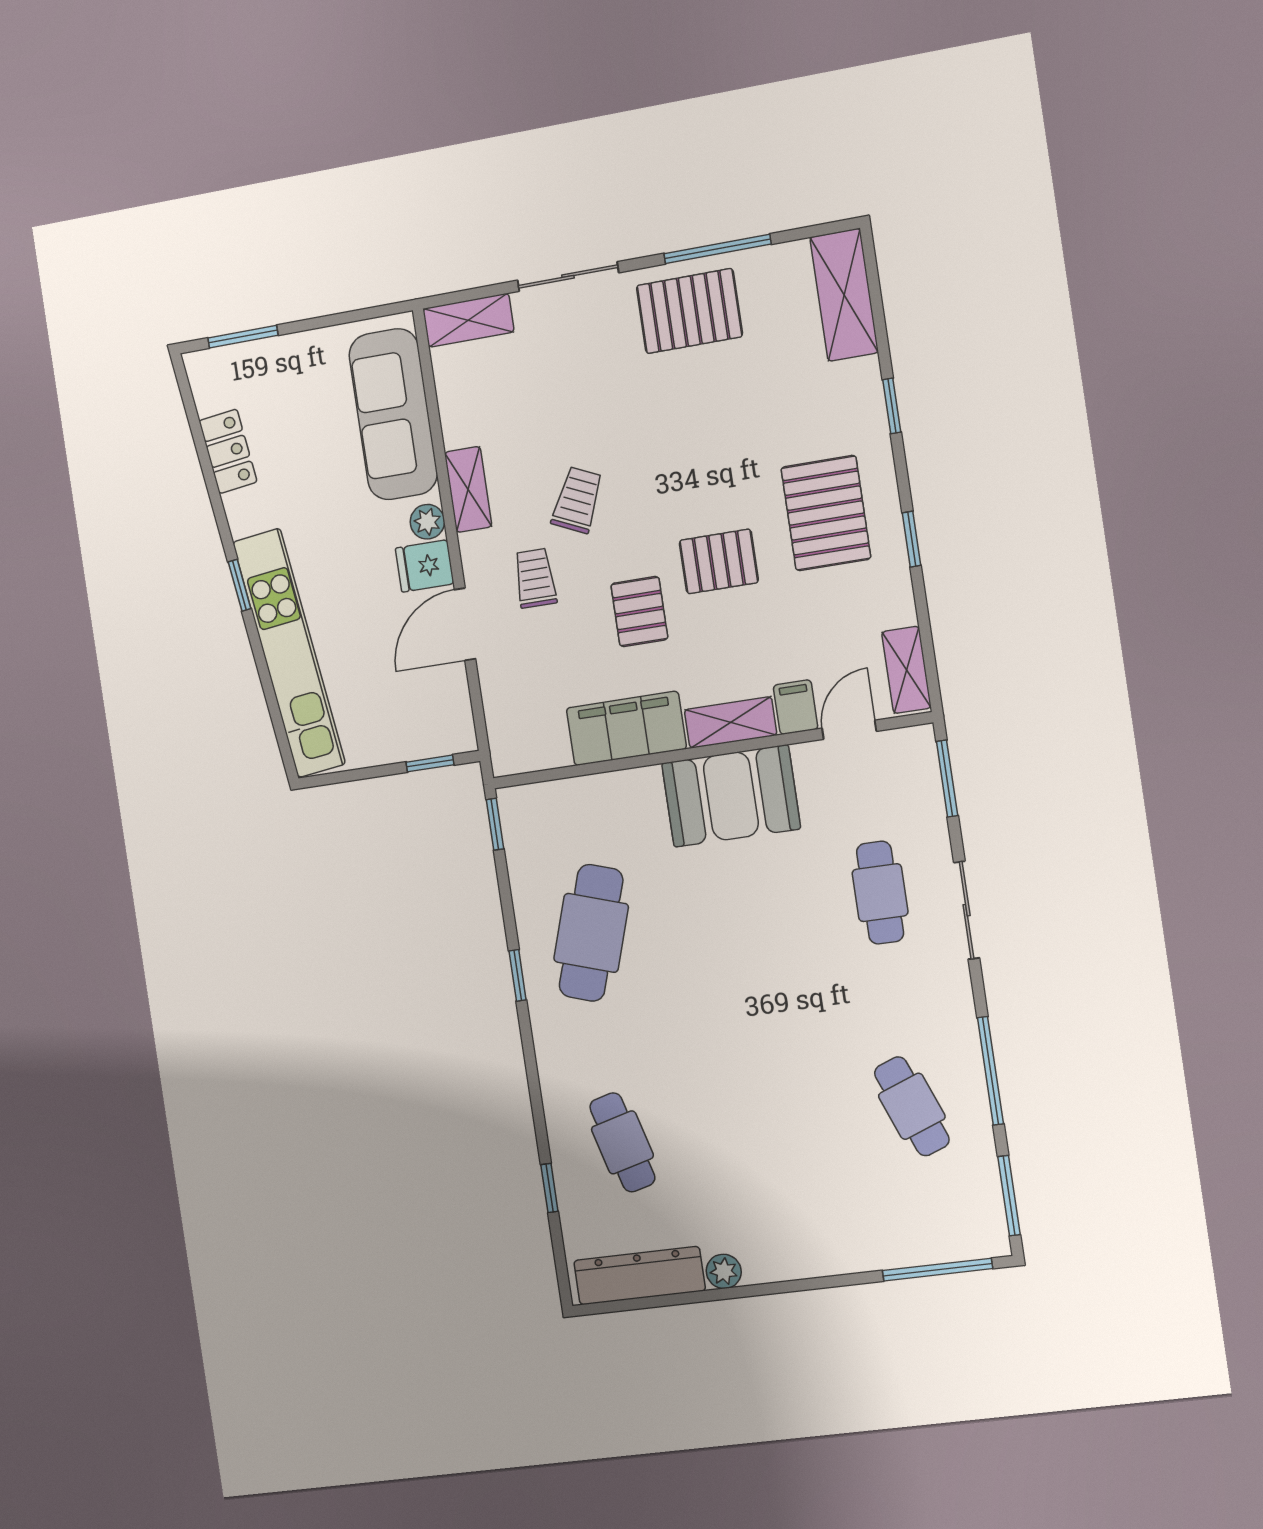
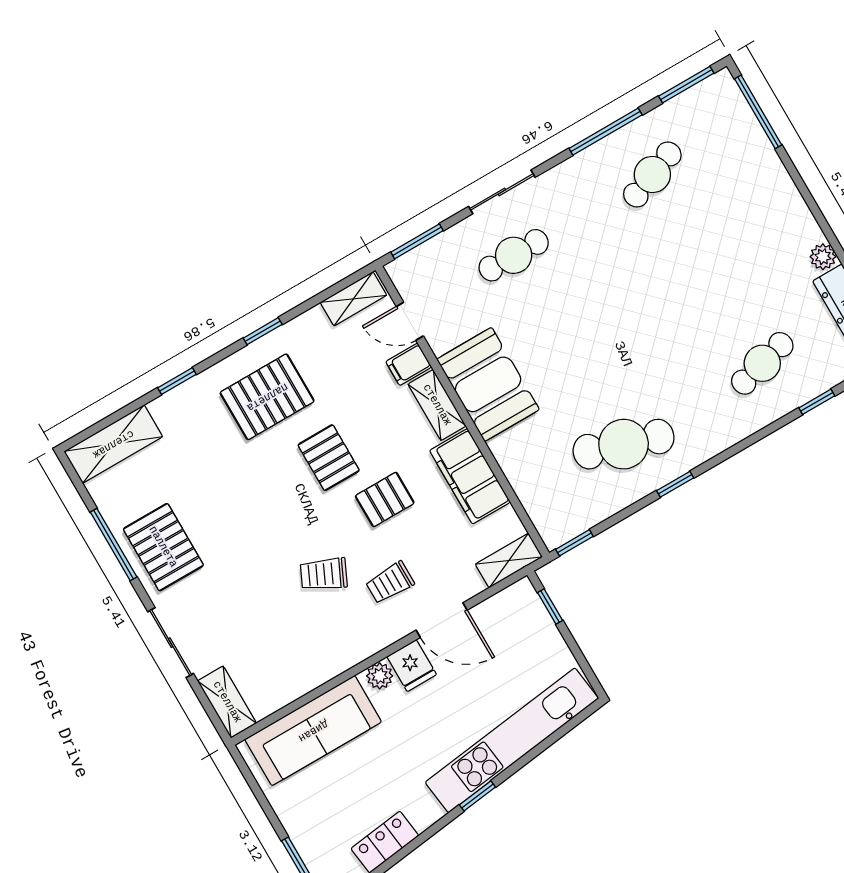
shelving: (468, 489) -> (509, 560), moved

